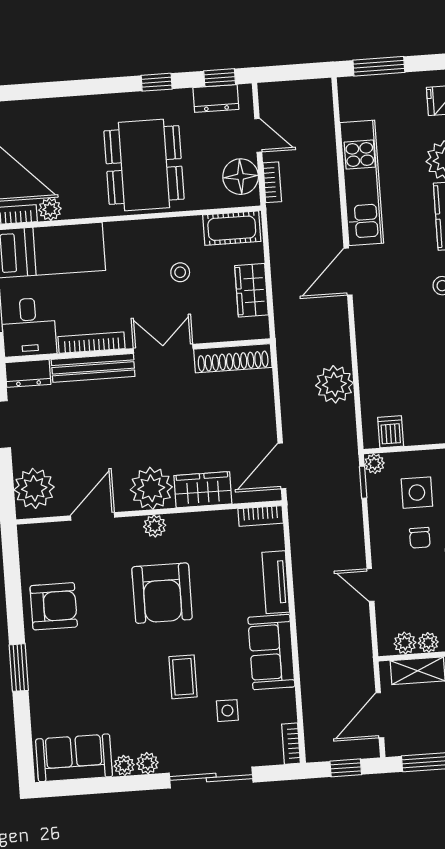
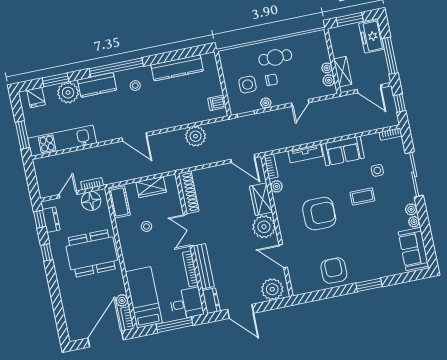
kitchen unit: (362, 183) -> (62, 141), moved
plant: (374, 464) -> (266, 103), moved
plant: (155, 526) -> (276, 186), moved

